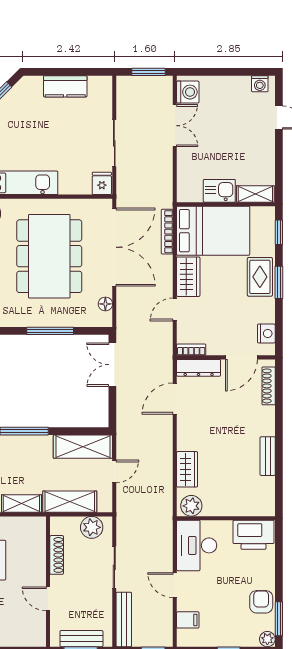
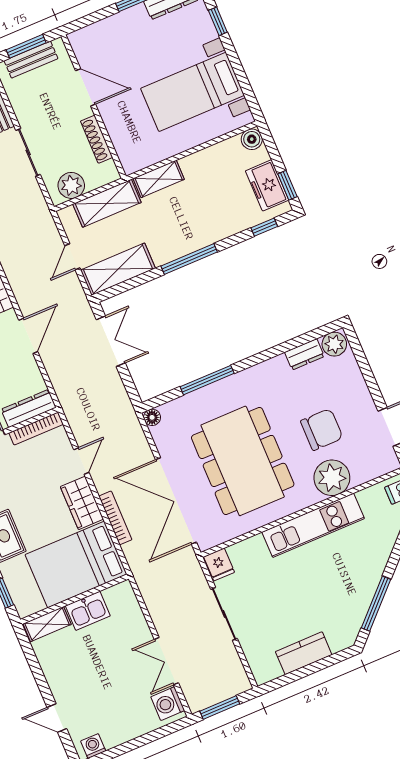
bookcase: (167, 232) -> (115, 518), moved
floor lamp: (105, 304) -> (152, 417), moved
bookcase: (191, 350) -> (36, 429), width x1.56
double door: (112, 365) -> (111, 341), moved
door: (175, 399) -> (28, 336), moved
door: (48, 599) -> (86, 87), width x1.38

